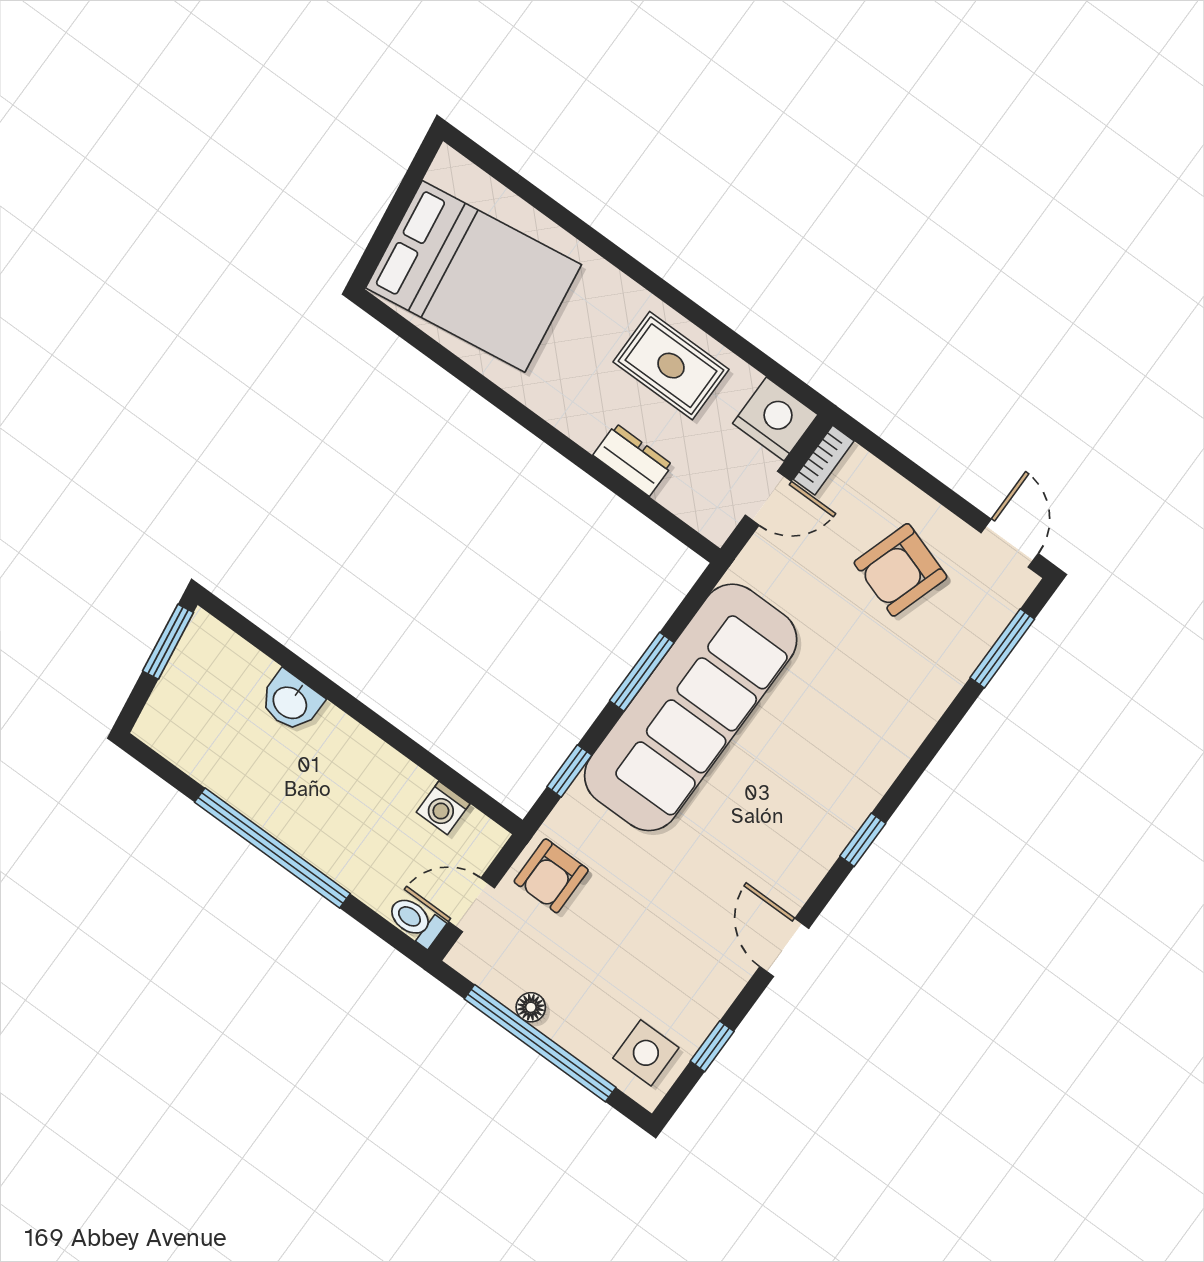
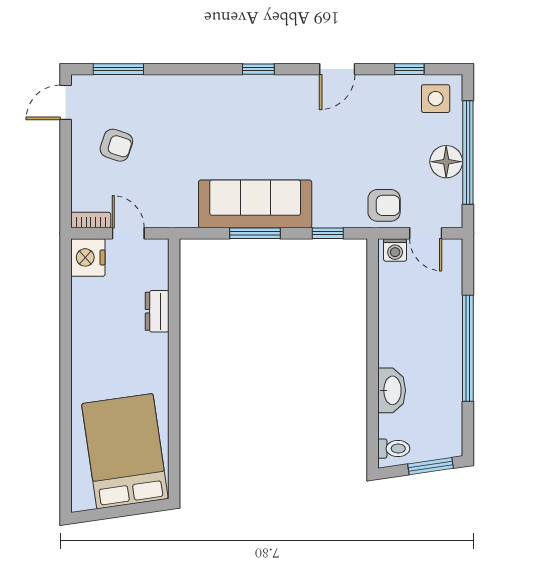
rug: (671, 366) -> (99, 326), removed
armchair: (900, 570) -> (116, 145), width x0.72, depth x0.72
window: (168, 642) -> (430, 466), moved
washbasin: (291, 702) -> (392, 390), width x1.38
sofa: (691, 707) -> (255, 204), width x0.74, depth x0.79
washing machine: (443, 808) -> (395, 250), moved, turned 90
toilet: (416, 921) -> (394, 449), moved, turned -90
floor lamp: (531, 1007) -> (446, 162), width x1.89, depth x1.89

